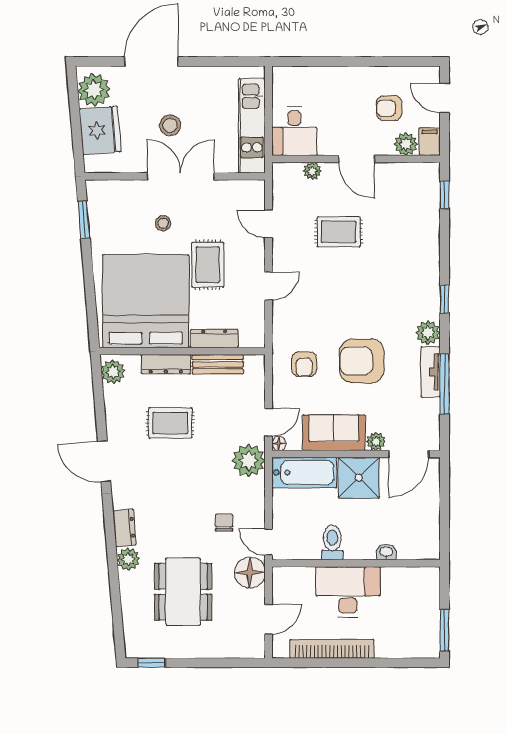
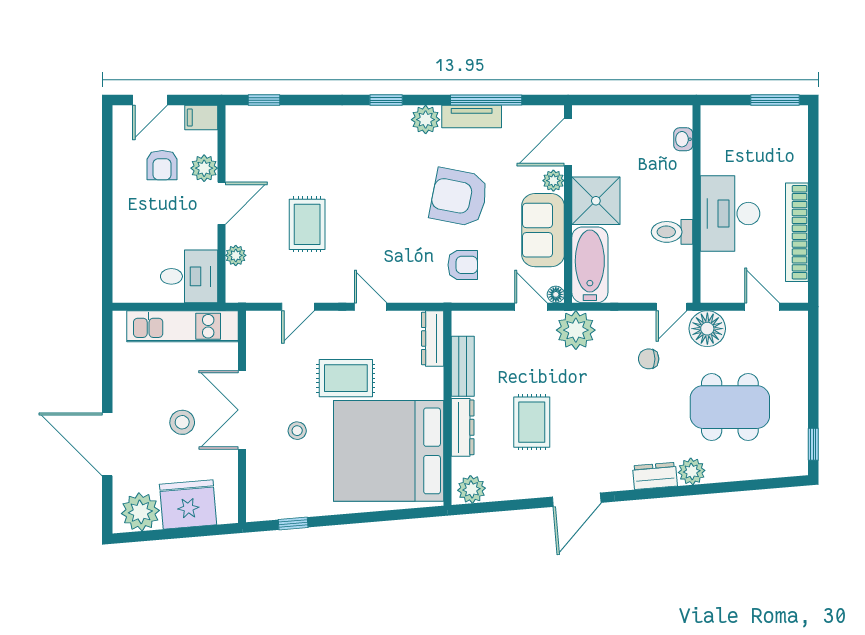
plant: (406, 144) -> (204, 168), moved
window: (84, 220) -> (293, 524), width x0.67
dresser: (214, 339) -> (433, 338), moved
armchair: (362, 361) -> (459, 197), turned 101
door: (409, 454) -> (568, 142), swing flipped
washbasin: (386, 552) -> (683, 139), moved

